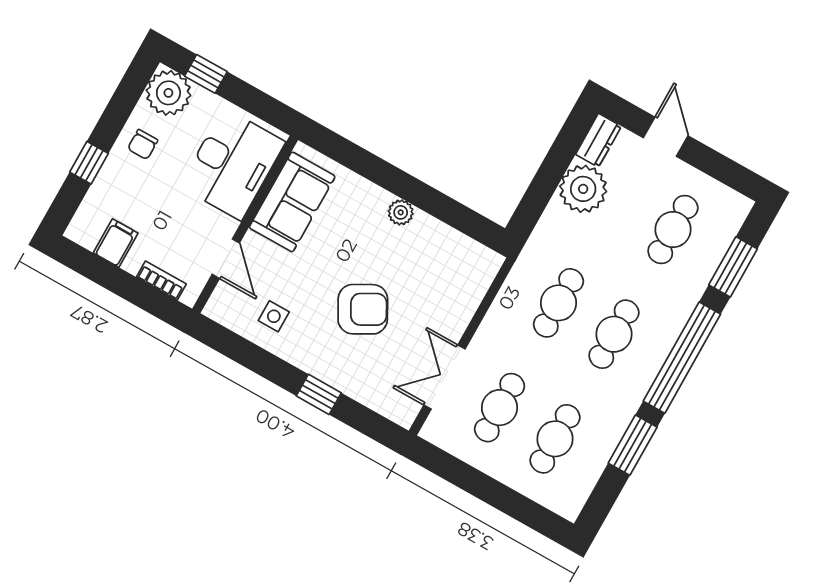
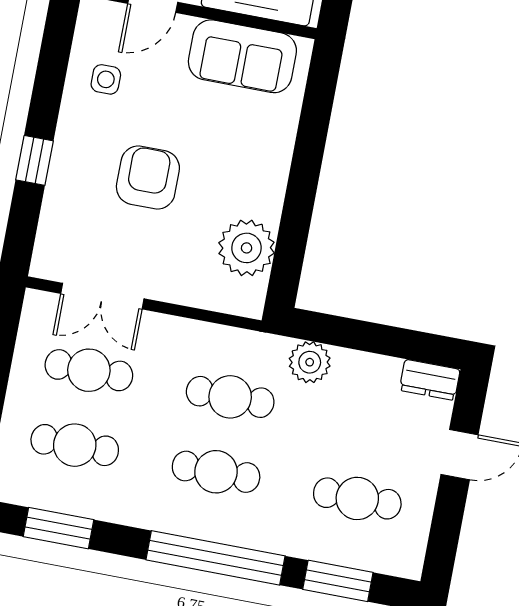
plant: (583, 189) -> (310, 362), moved, width x0.73, depth x0.73
plant: (401, 212) -> (247, 248), moved, width x1.88, depth x1.88
armchair: (363, 309) -> (148, 178), turned -151
double door: (444, 377) -> (102, 296), swing flipped
window: (633, 445) -> (58, 528), moved

